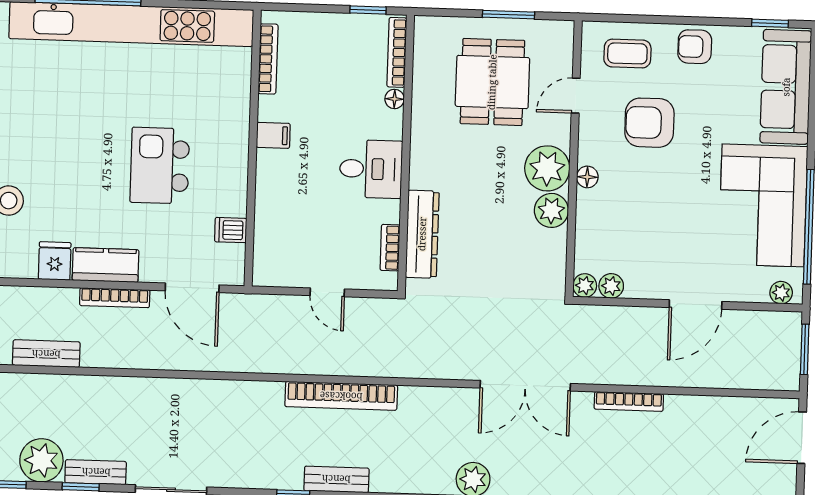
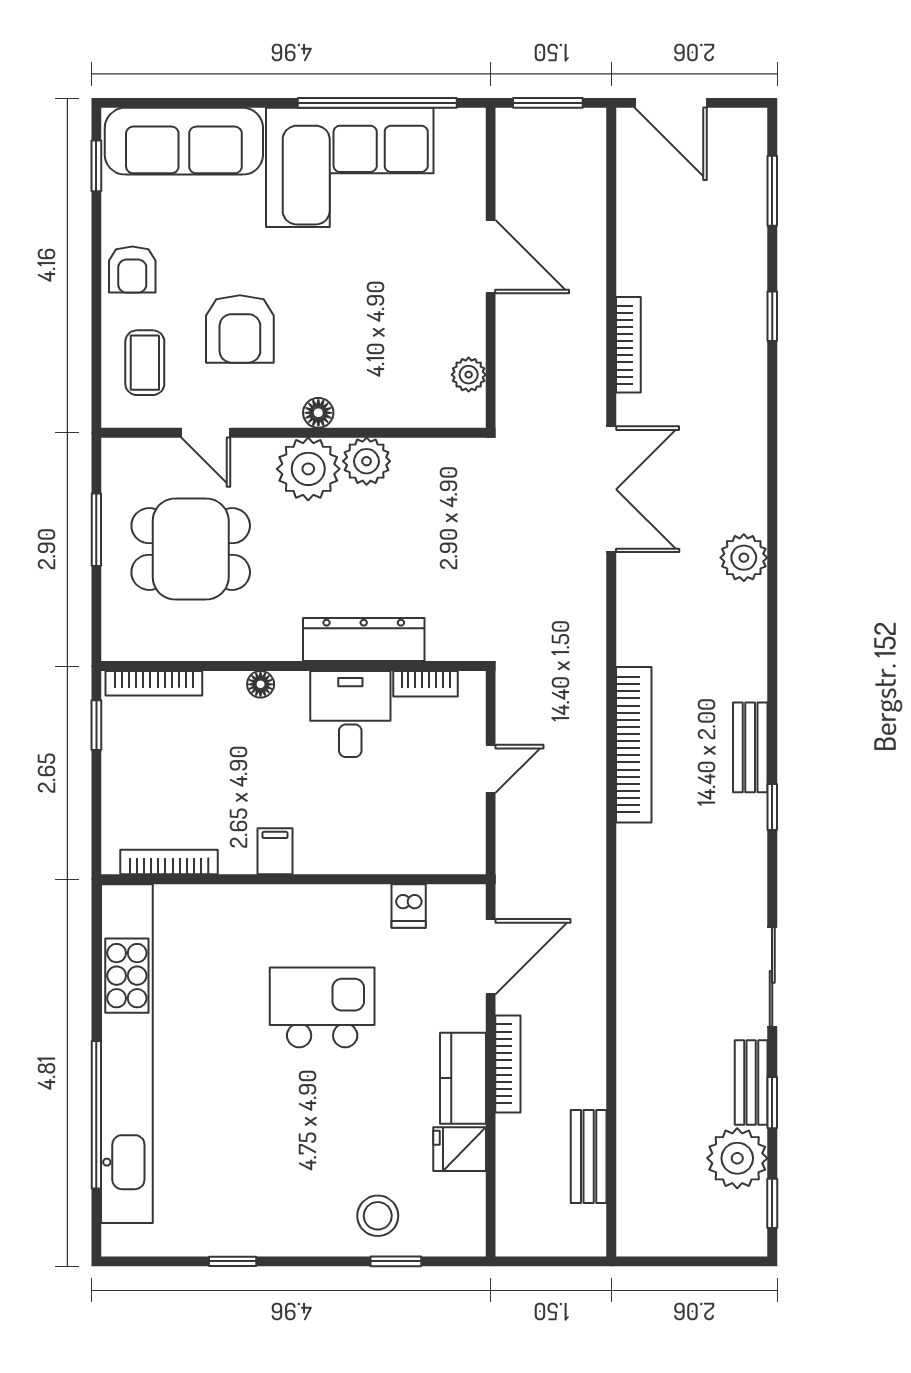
floor lamp: (395, 99) -> (261, 684), moved
kitchen island: (160, 166) -> (322, 1007), turned 180
desk: (371, 169) -> (350, 714), moved
dresser: (422, 234) -> (364, 640), moved
plant: (585, 286) -> (469, 411), removed
plant: (781, 293) -> (470, 138), removed

